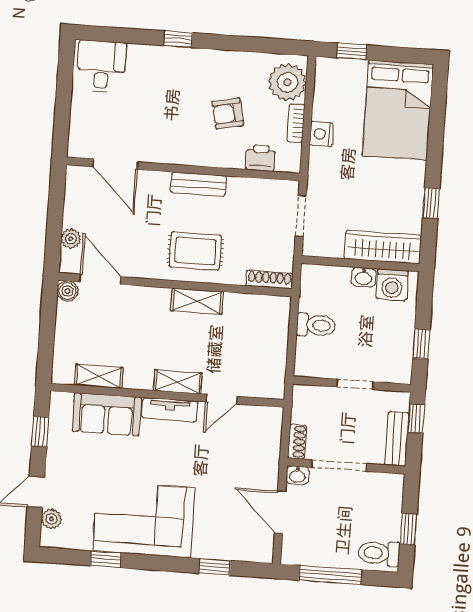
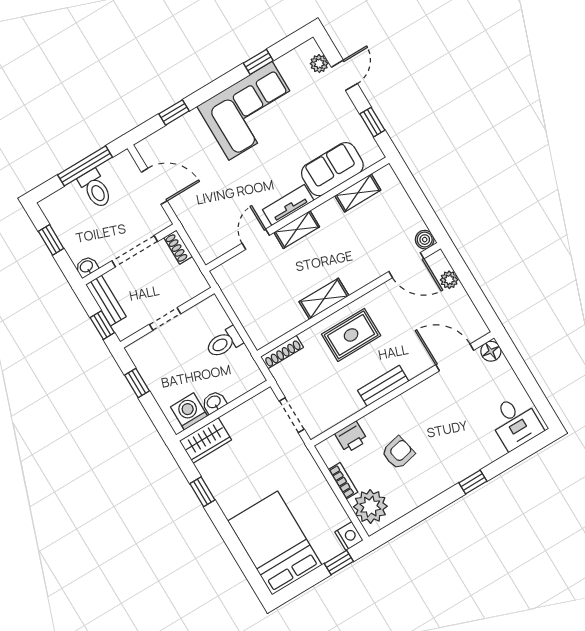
nightstand: (321, 134) -> (349, 536), moved
floor lamp: (78, 147) -> (491, 351), added
wardrobe: (383, 247) -> (206, 440), width x0.67
washbasin: (298, 475) -> (87, 267), moved
toilet: (379, 553) -> (95, 189), moved, turned 90

